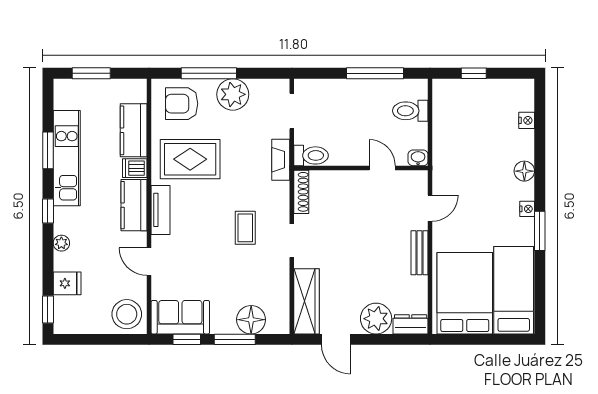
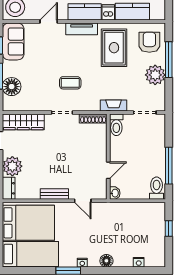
toilet: (410, 111) -> (157, 188), moved

